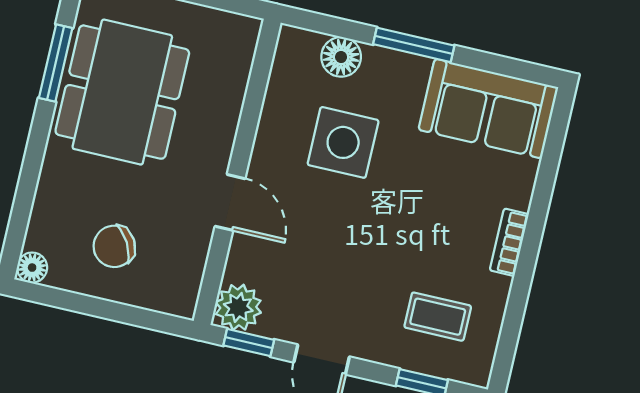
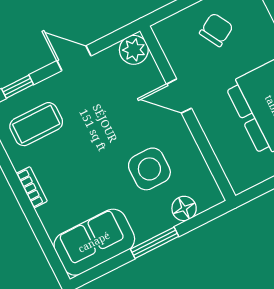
coffee table: (438, 317) -> (36, 124), width x1.36, depth x1.30
window: (249, 343) -> (115, 37), removed

